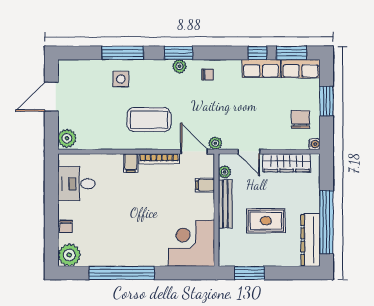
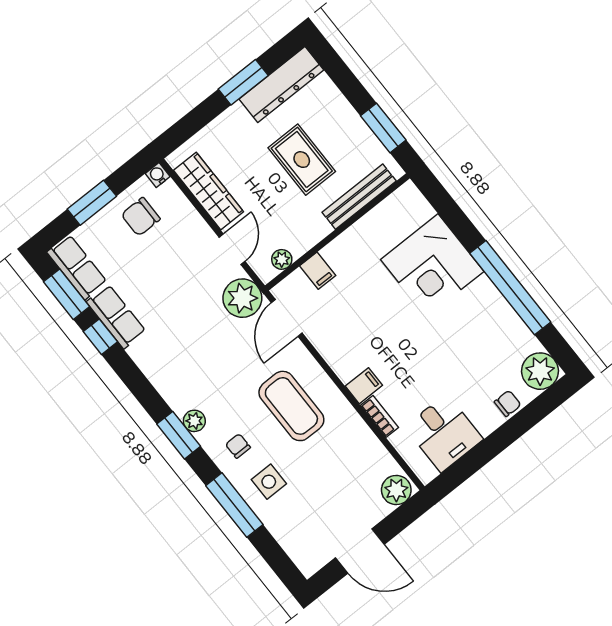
chair: (208, 74) -> (238, 446), moved
plant: (215, 143) -> (242, 298), width x1.88, depth x1.88
bookcase: (159, 159) -> (379, 416), moved, width x0.64
bench: (225, 204) -> (359, 197), moved
window: (326, 222) -> (243, 82), width x0.47
corner desk: (191, 243) -> (432, 265), moved

